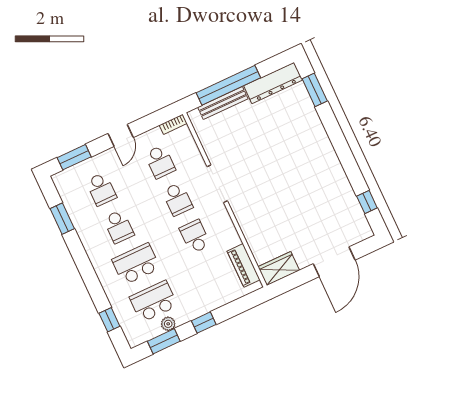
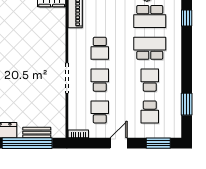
bench: (223, 103) -> (37, 133), width x0.73
school desk: (101, 189) -> (150, 112), turned 180
school desk: (136, 264) -> (150, 48), turned 180

